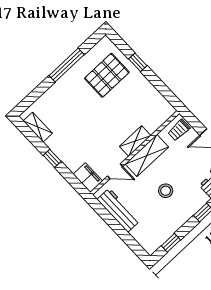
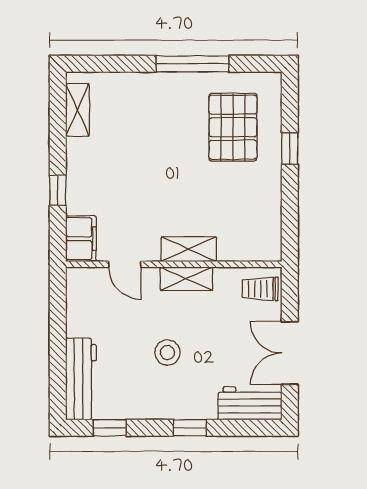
pallet: (107, 75) -> (233, 127), turned 90
shelving: (147, 155) -> (186, 279), width x0.67, depth x0.75
window: (52, 158) -> (58, 190), moved
workbench: (118, 210) -> (81, 379), moved

